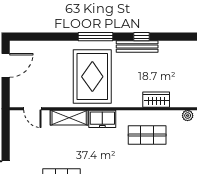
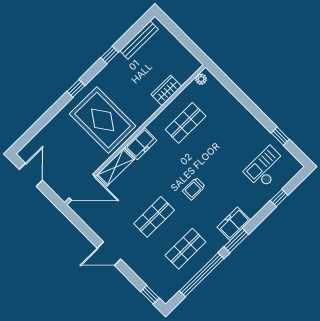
window: (95, 37) -> (76, 88), width x0.46
bench: (137, 47) -> (139, 40), moved
door: (32, 109) -> (82, 187), width x1.88

